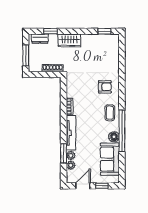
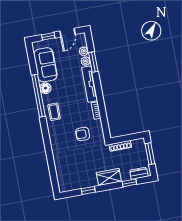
window: (105, 31) -> (88, 190), moved
armchair: (105, 87) -> (83, 134), moved

